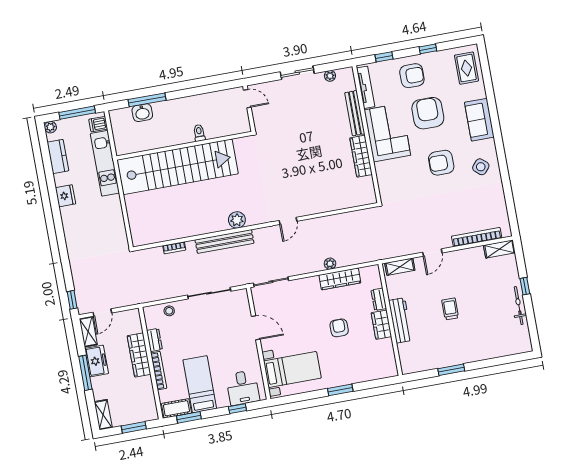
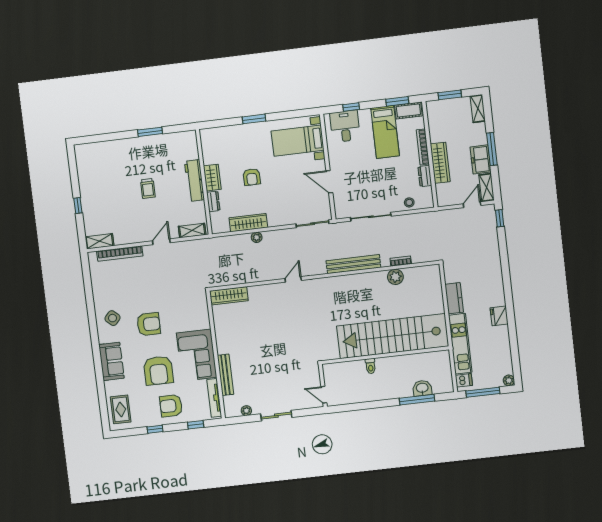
kitchen counter: (58, 156) -> (454, 298), moved, turned 180
wardrobe: (361, 156) -> (229, 296), moved, turned 90
plant: (237, 220) -> (395, 277), moved
bicycle: (519, 306) -> (85, 188), removed

